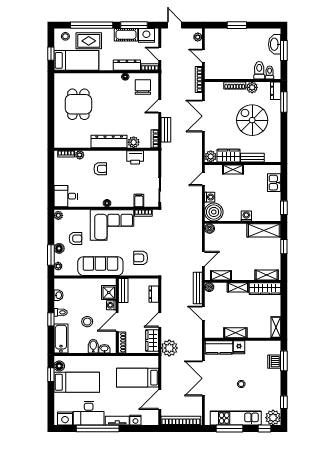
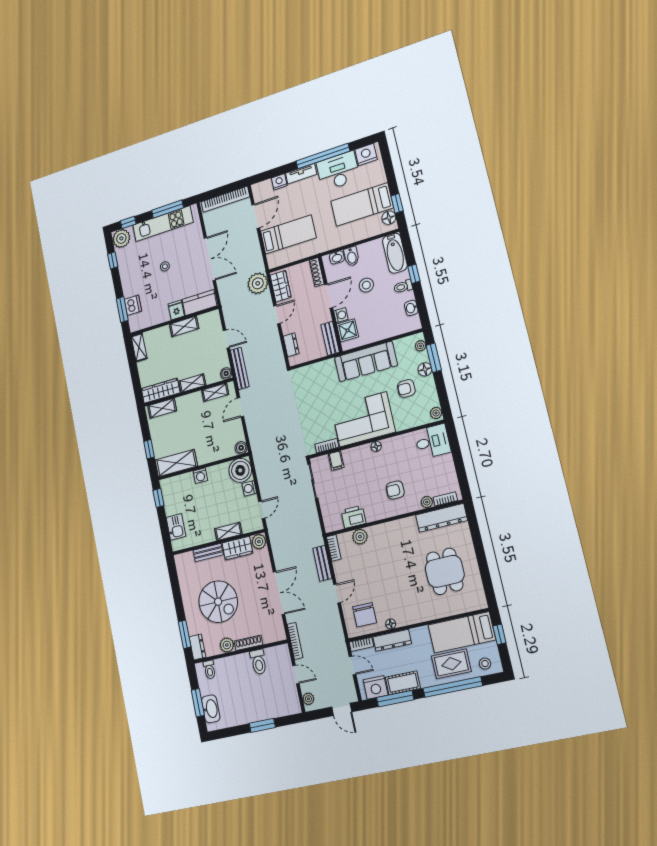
toilet: (259, 70) -> (258, 662), moved
dresser: (109, 142) -> (441, 518), moved
armchair: (141, 258) -> (318, 387), removed

